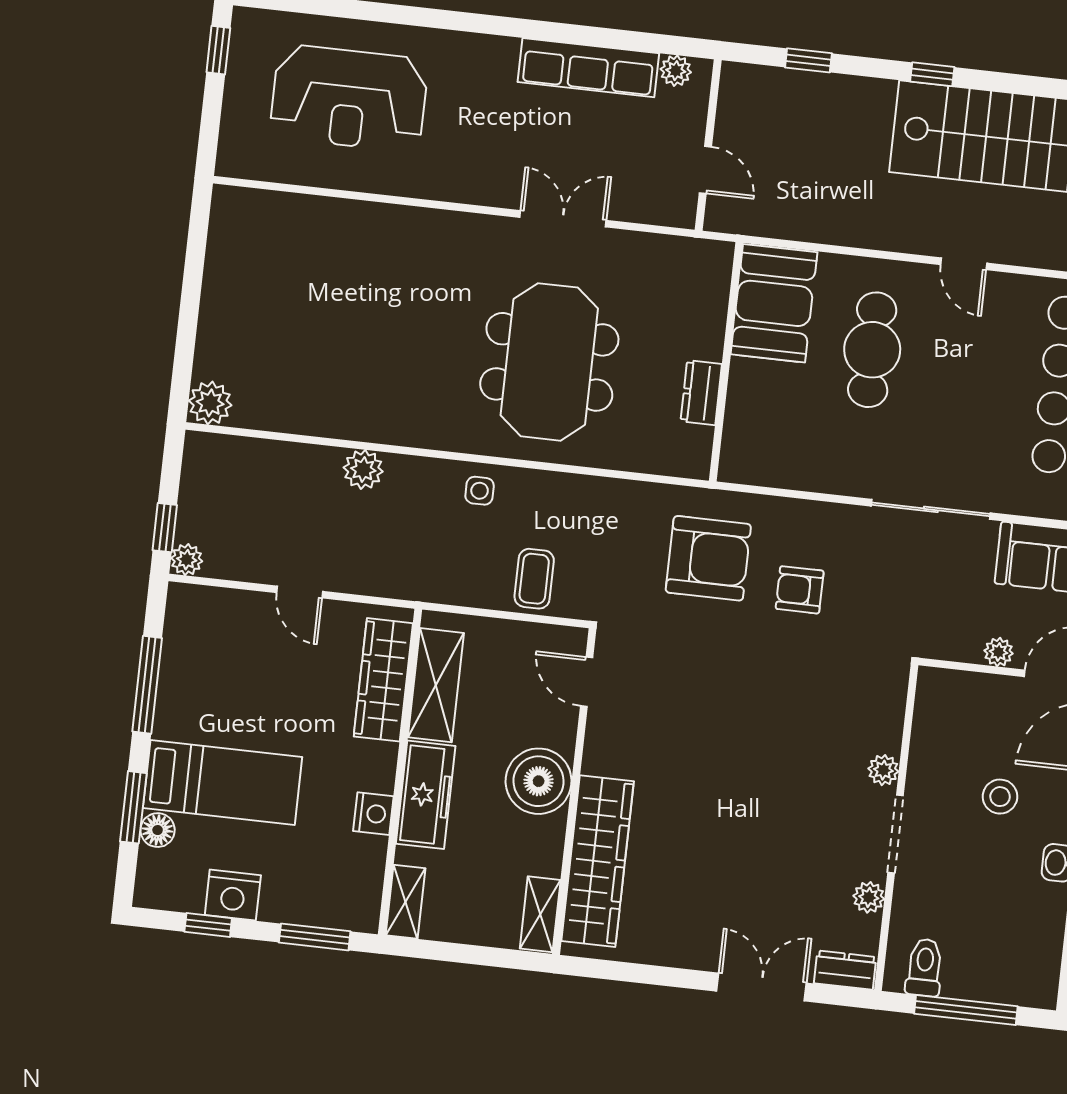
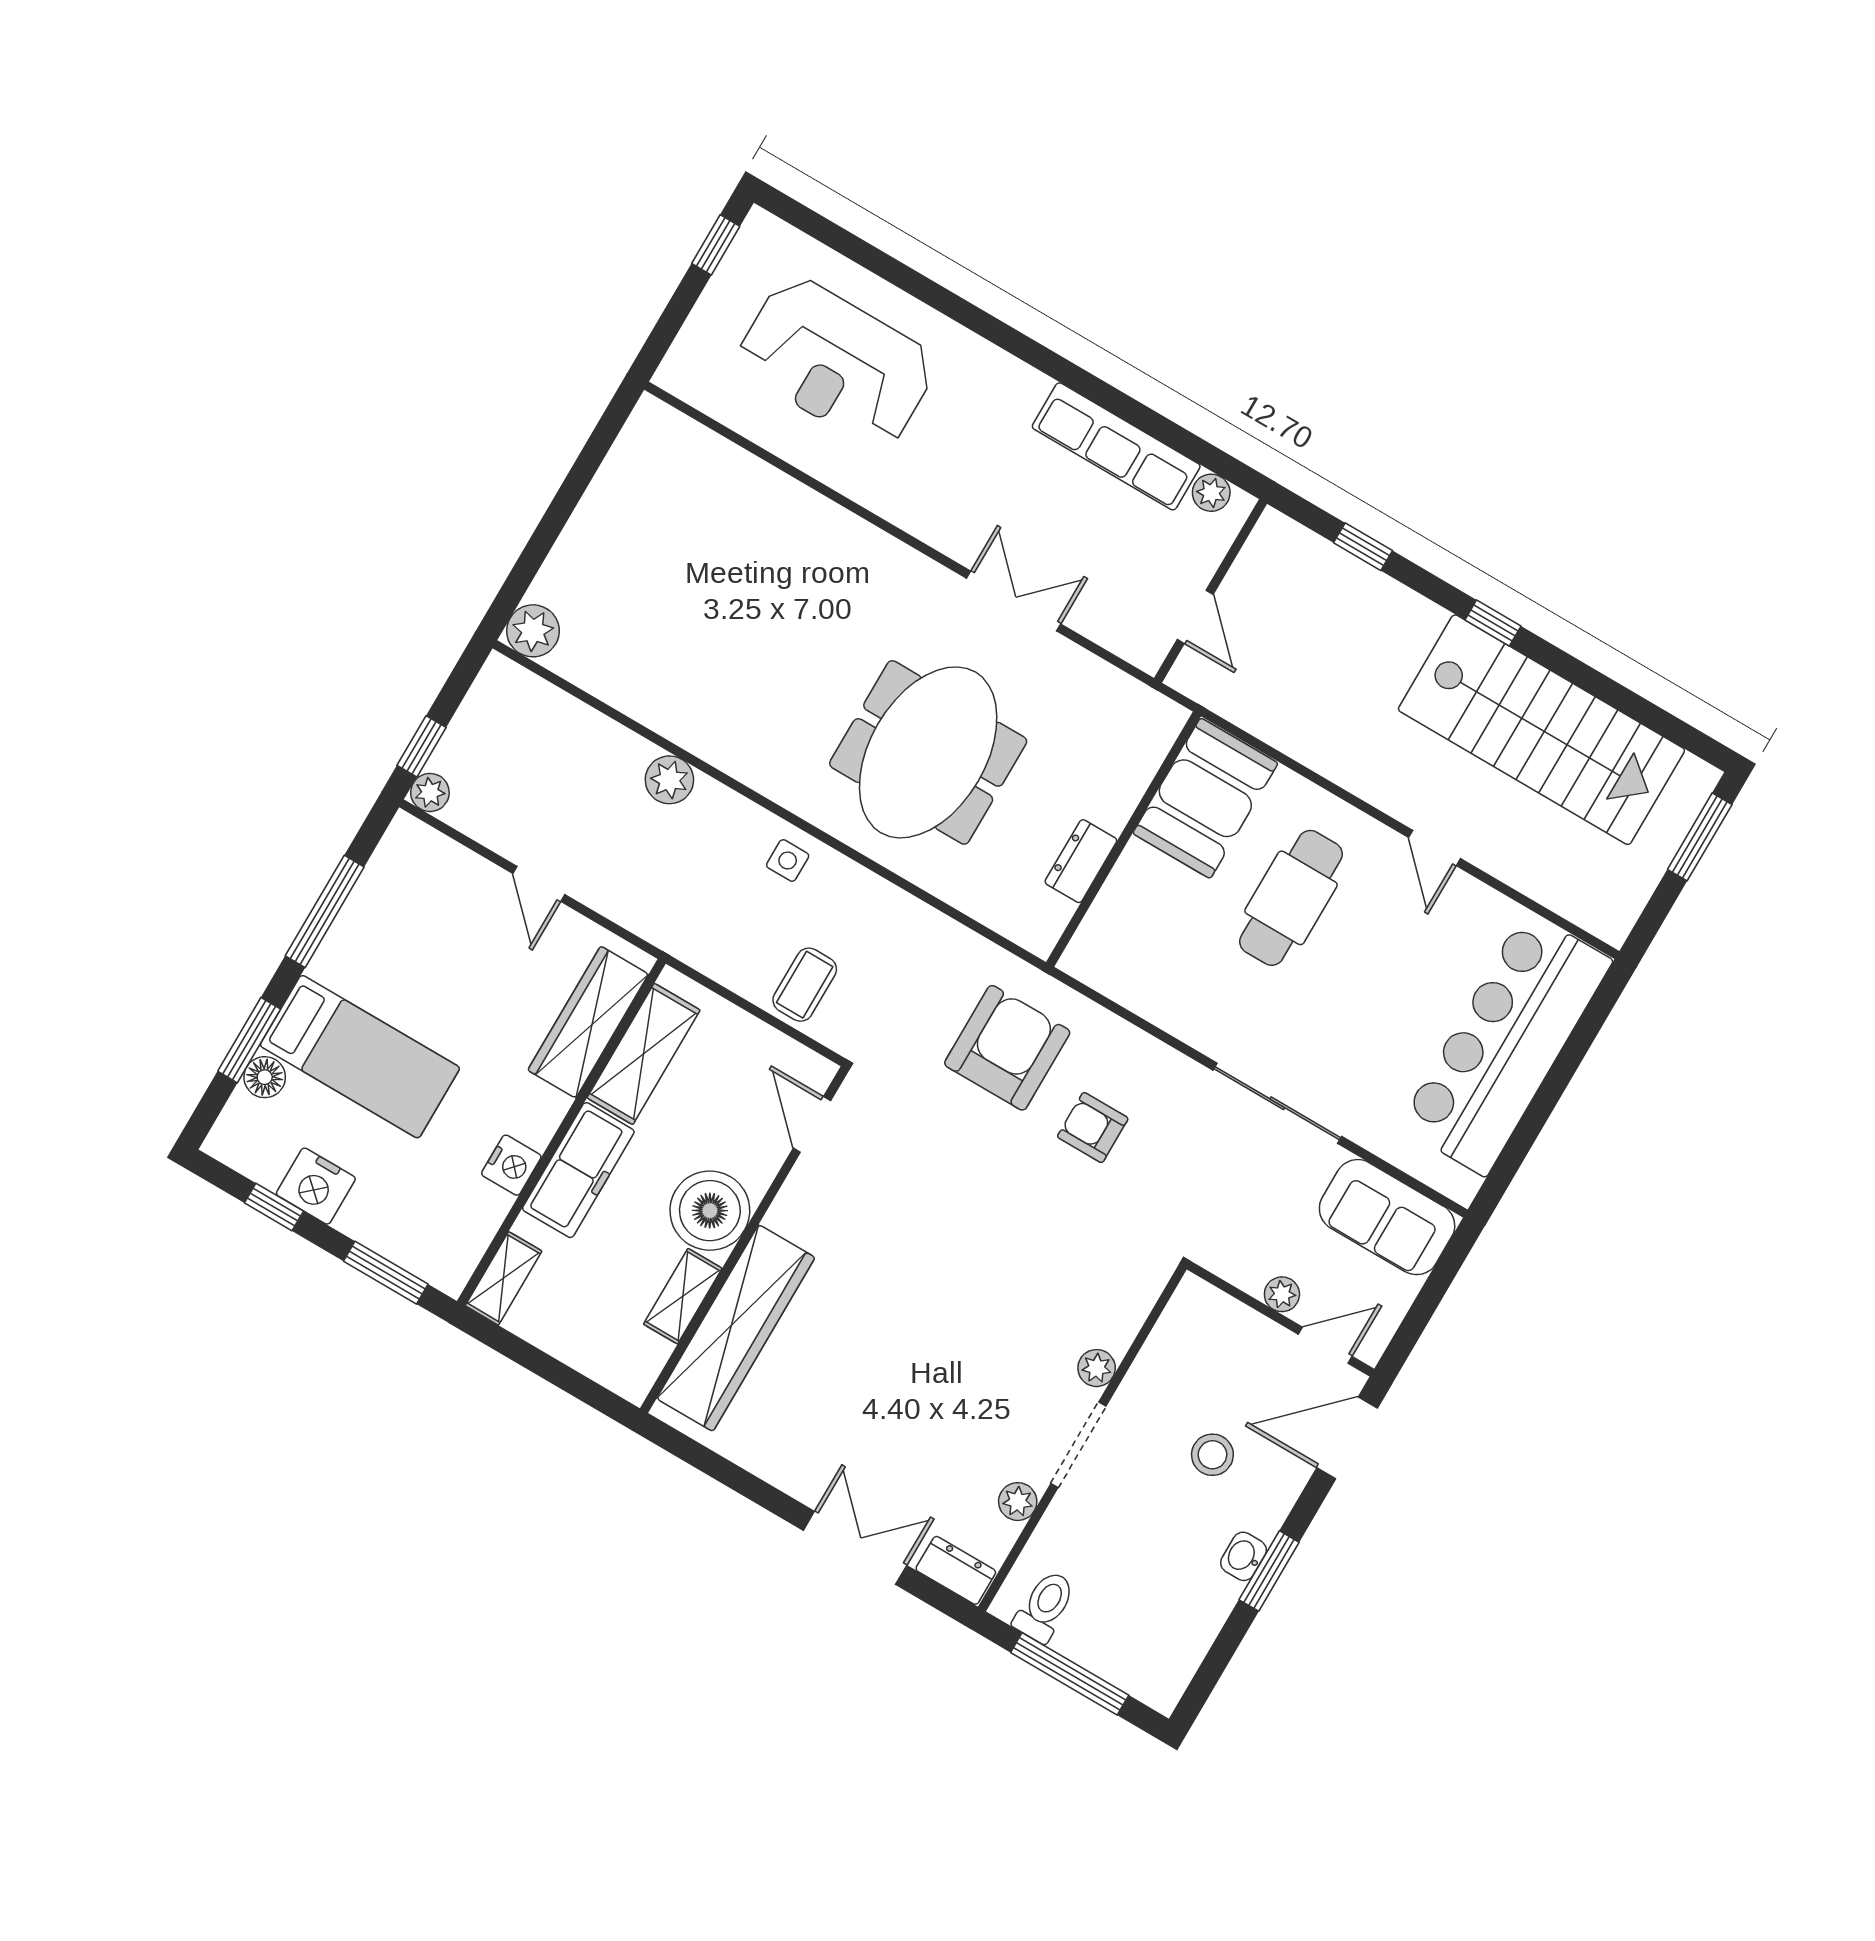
armchair: (708, 558) -> (1007, 1048), turned -90
shelving: (540, 914) -> (683, 1296), moved

